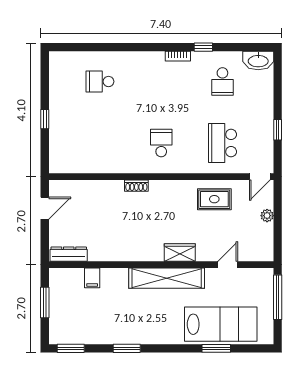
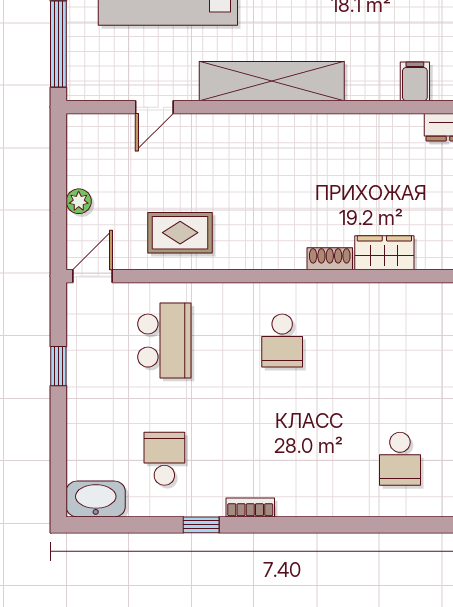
school desk: (100, 82) -> (400, 459), turned 90
wardrobe: (180, 252) -> (384, 253), moved, turned 180

